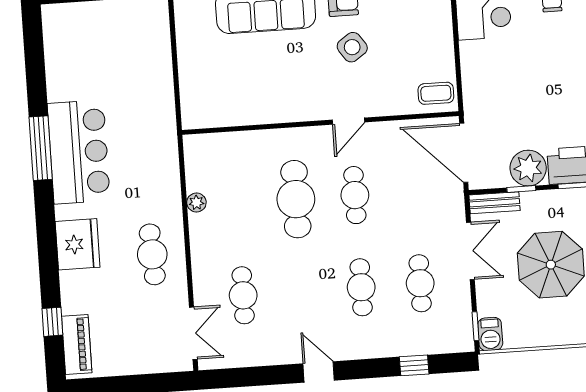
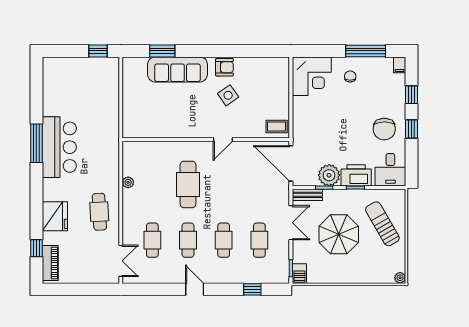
cafe table: (355, 195) -> (188, 240), moved
fridge: (78, 244) -> (55, 216), moved

